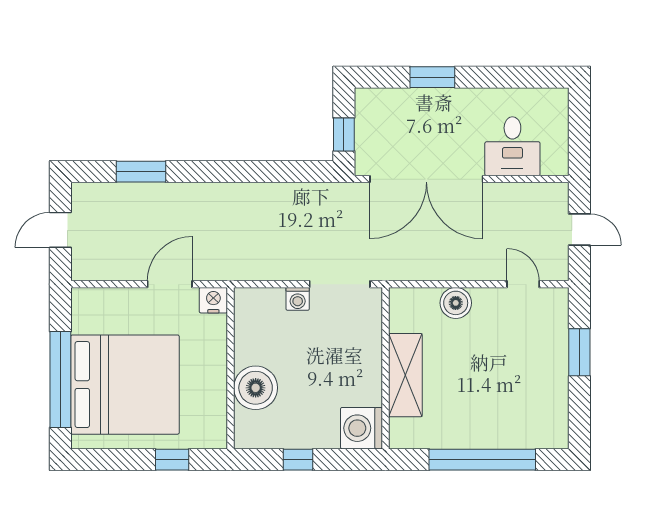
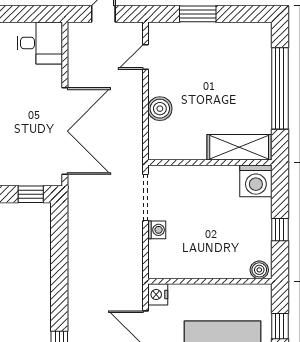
desk: (512, 146) -> (40, 43), moved
shelving: (405, 375) -> (239, 147), moved
boiler: (256, 388) -> (259, 270), moved, width x0.54, depth x0.54

